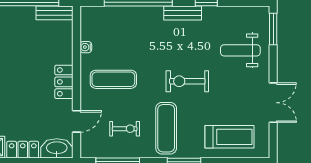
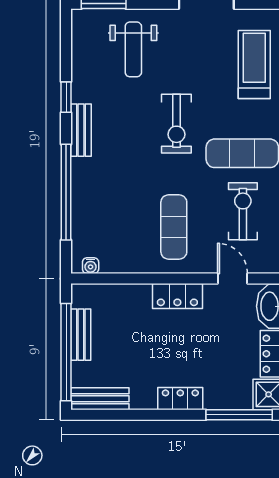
bench: (55, 13) -> (81, 335), moved
water cooler: (86, 47) -> (91, 266), moved
exercise bike: (125, 129) -> (243, 211), width x1.38, depth x1.39

